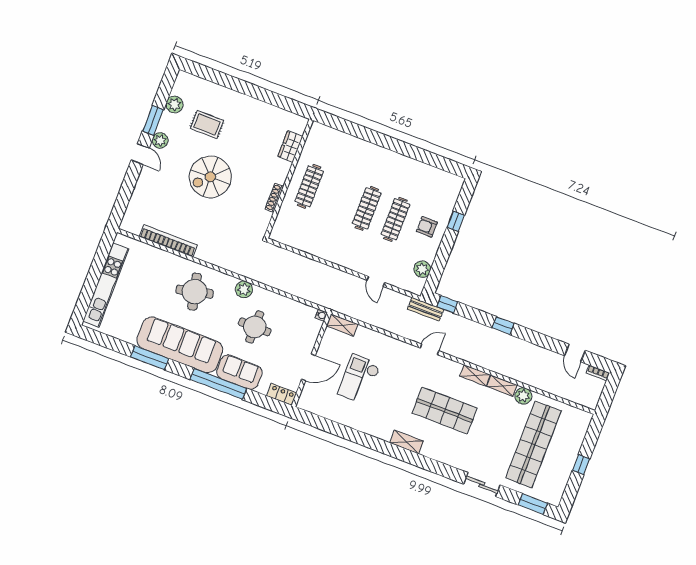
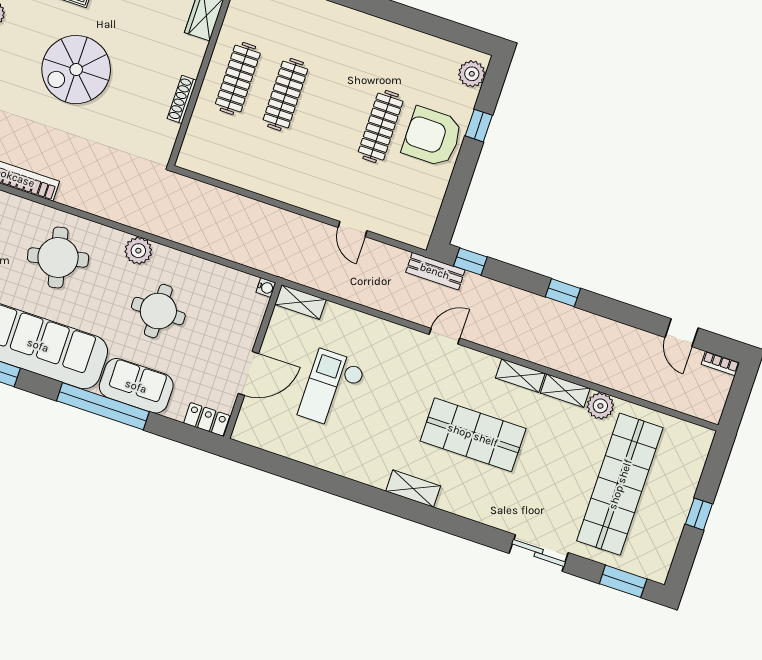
clothes rail: (367, 208) -> (285, 95), moved
armchair: (427, 227) -> (432, 137), width x1.88, depth x1.88
plant: (422, 269) -> (472, 74), moved

